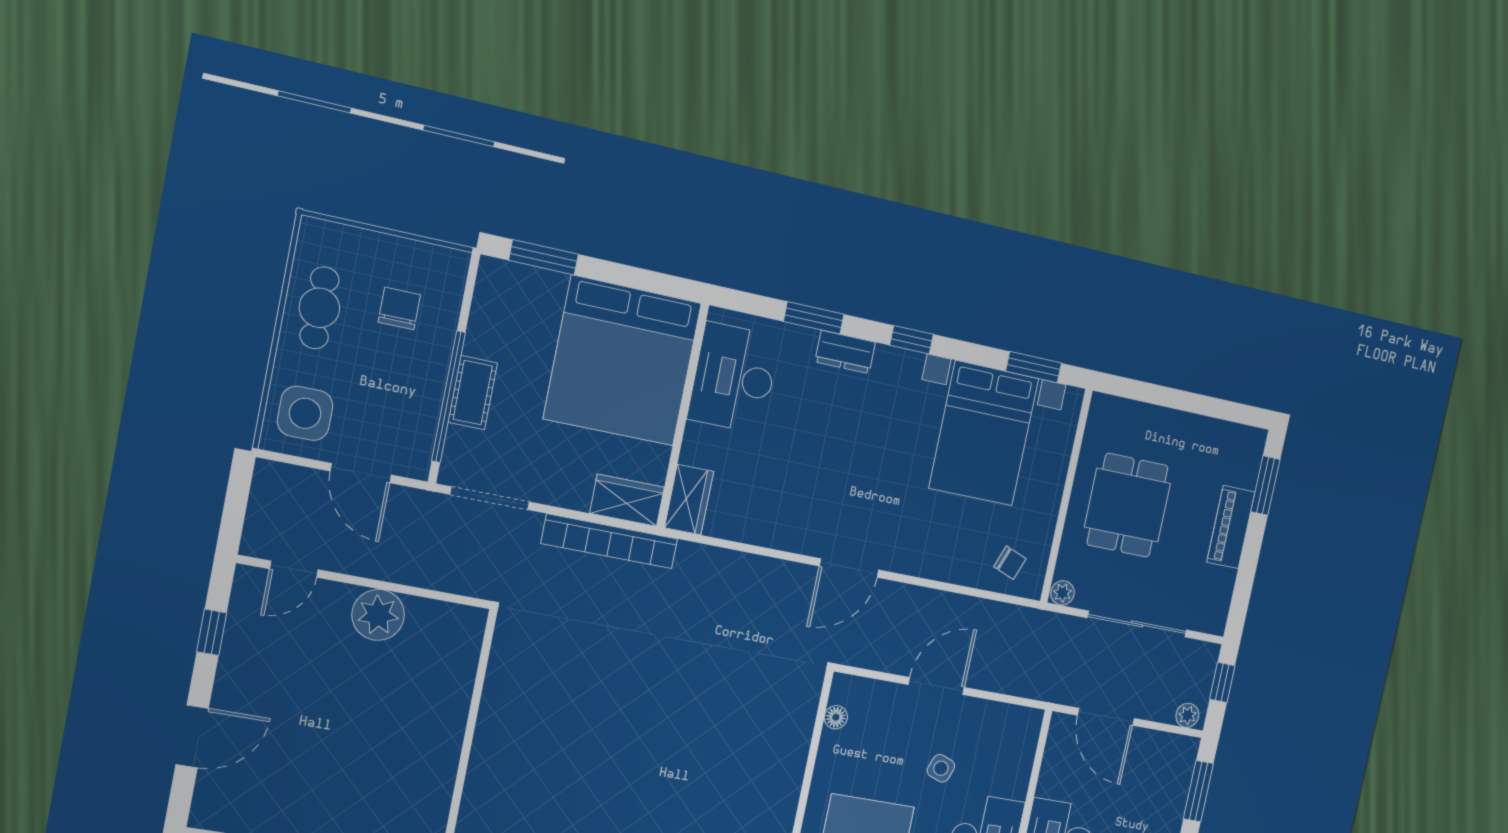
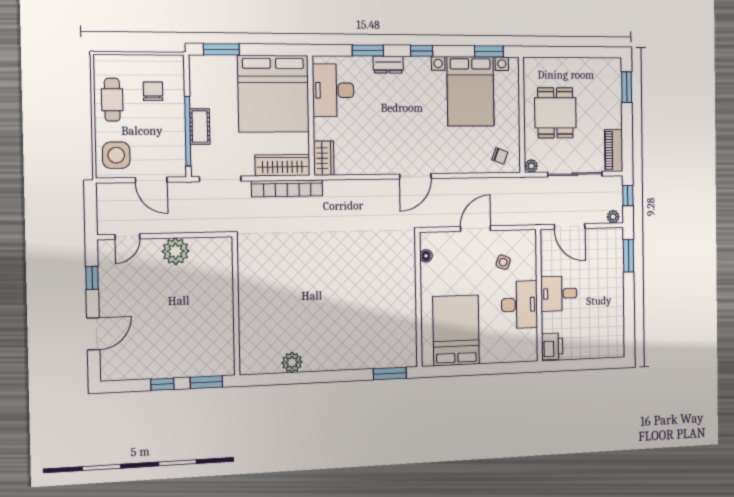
wardrobe: (627, 500) -> (282, 165), width x1.50
piano: (1231, 527) -> (614, 150), moved
side table: (941, 768) -> (503, 262), moved

